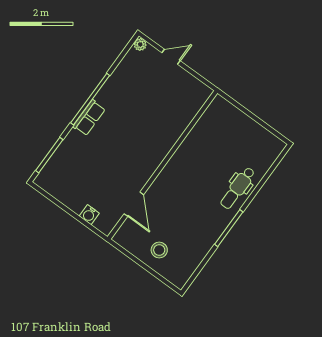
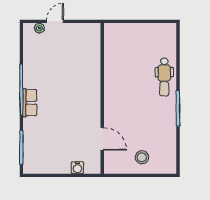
plant: (140, 44) -> (39, 28), moved

